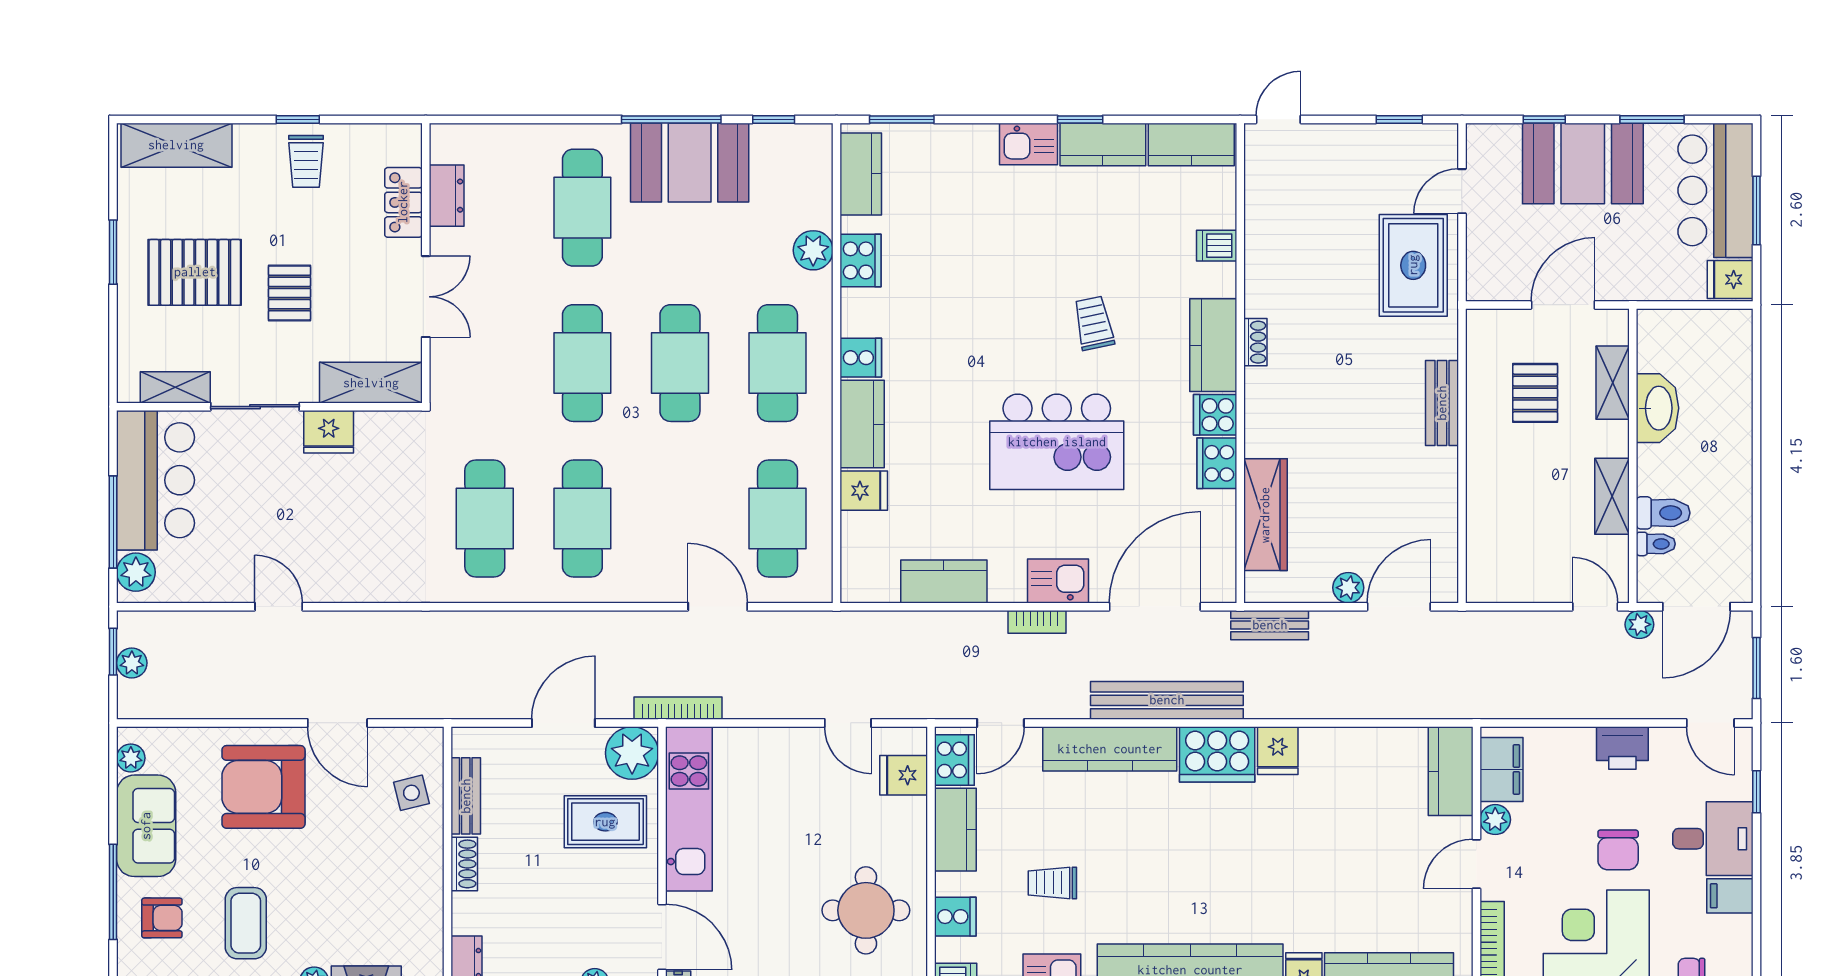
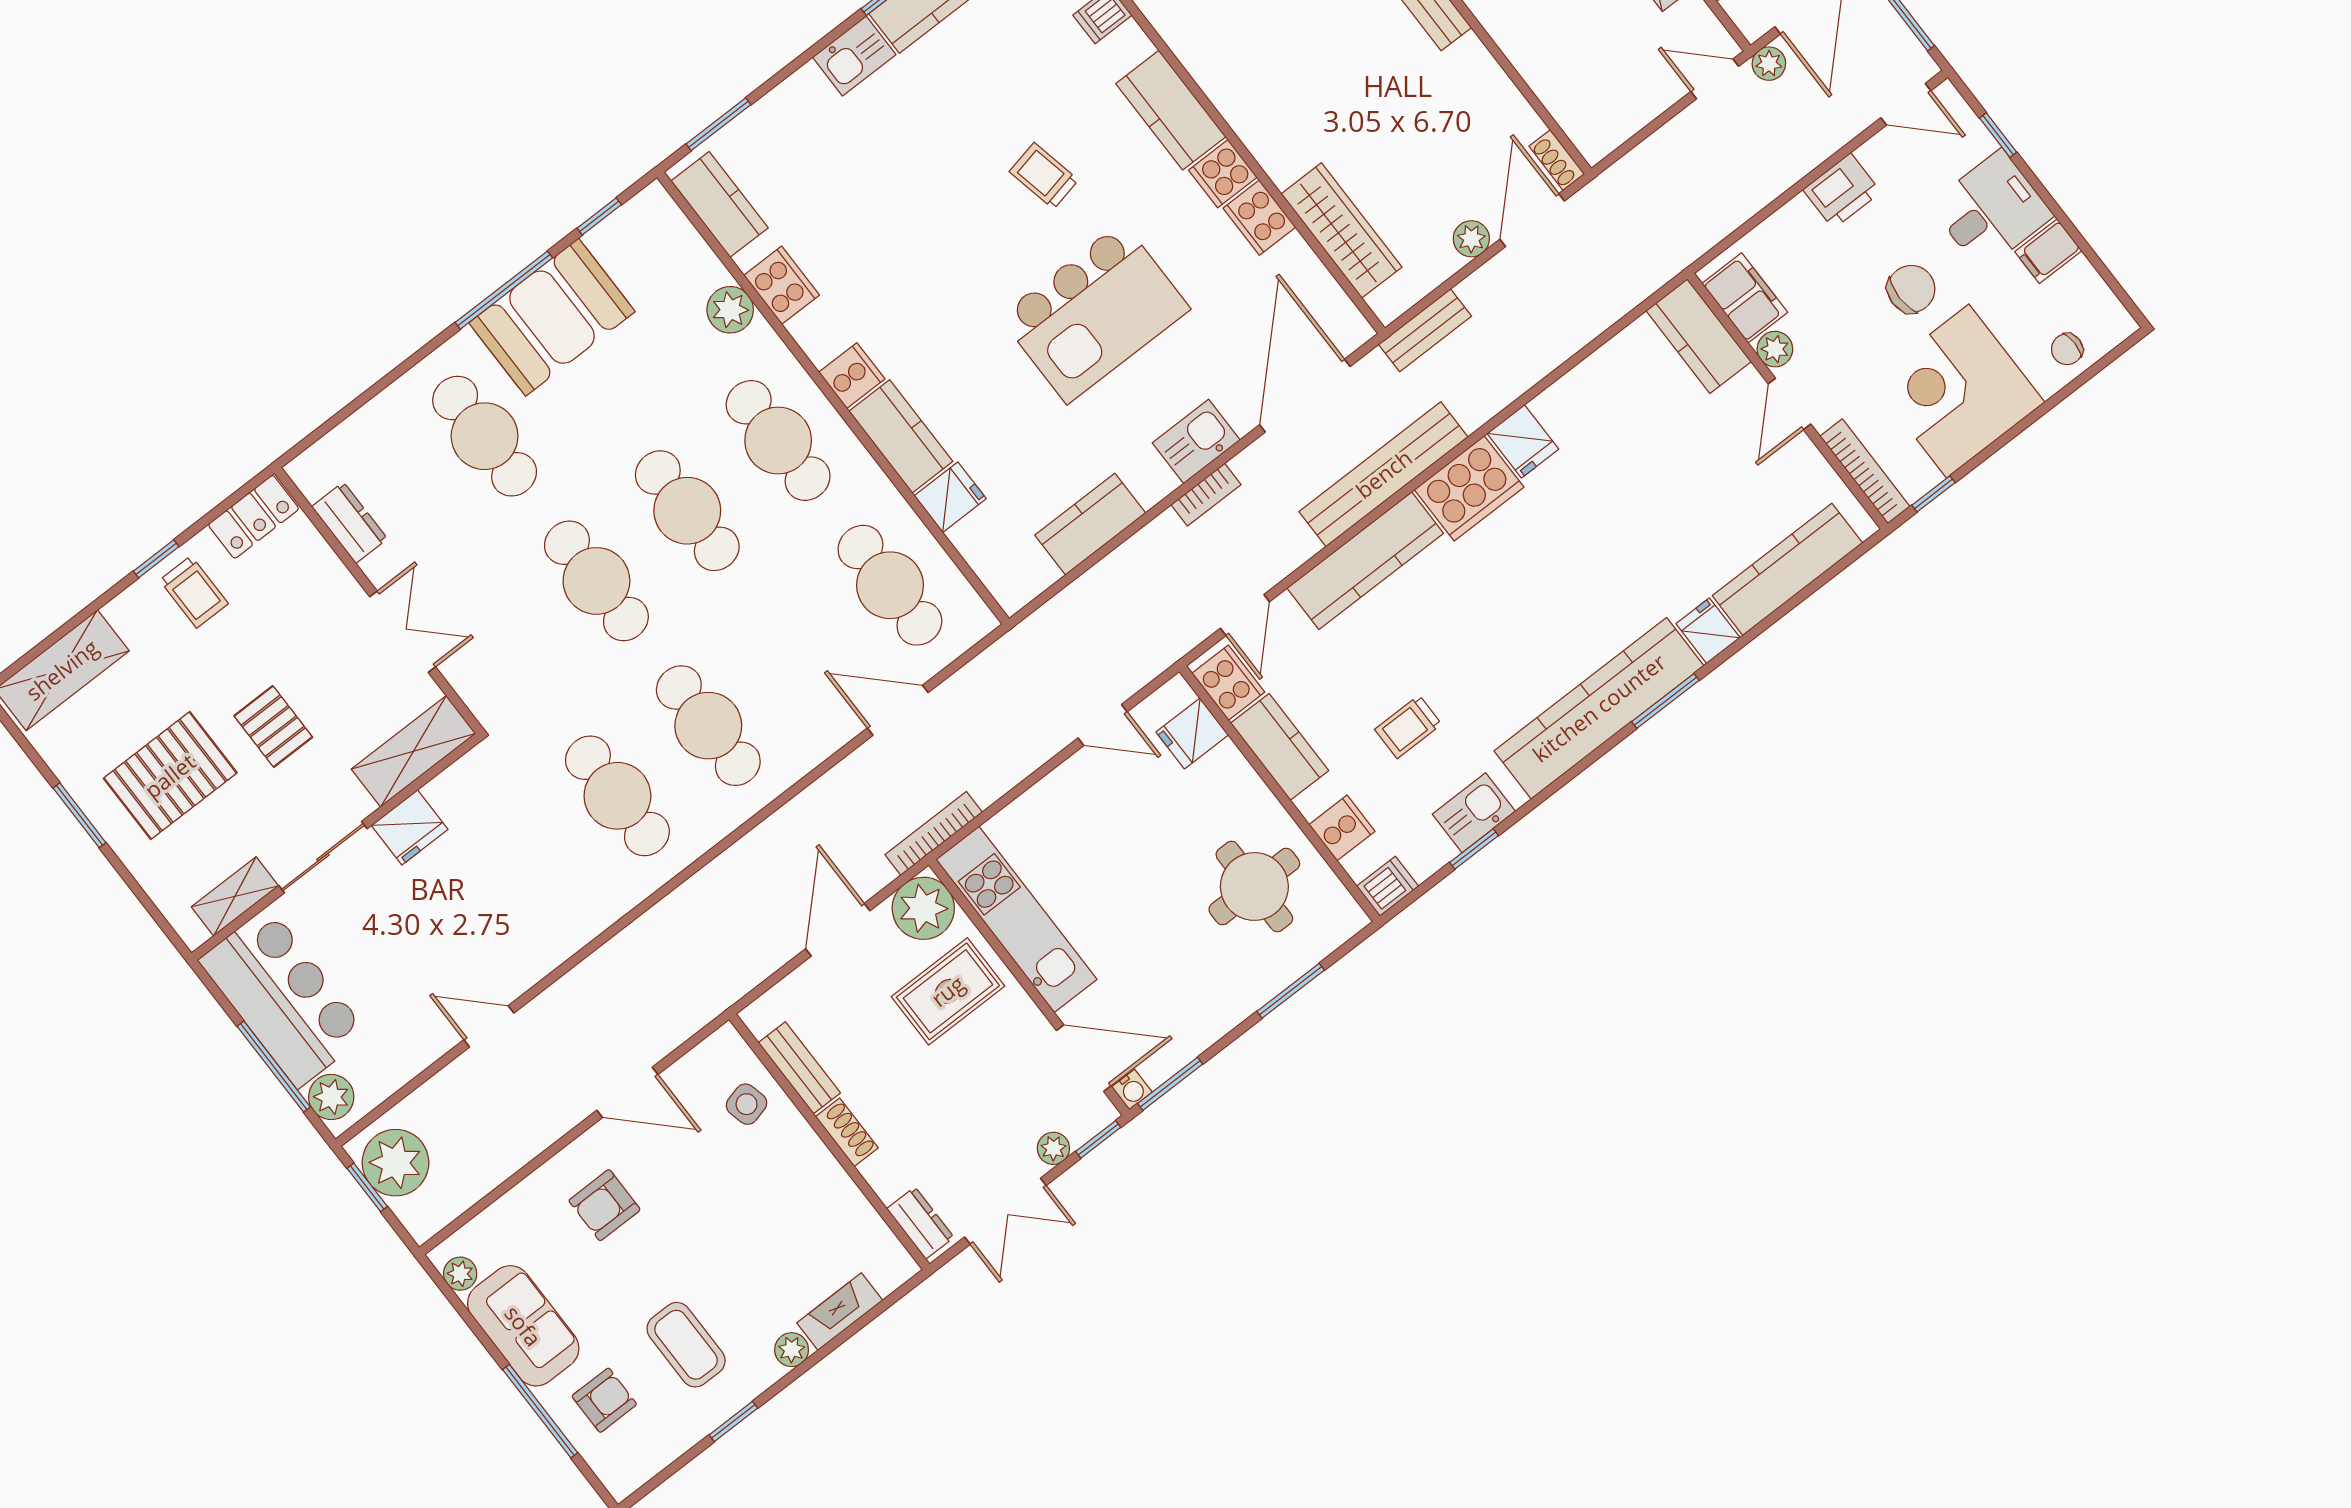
locker: (403, 202) -> (254, 517), moved, turned -90
shoe rack: (1255, 342) -> (1557, 160), moved, turned 180
plant: (132, 663) -> (395, 1163), width x1.88, depth x1.88
armchair: (263, 787) -> (604, 1205), width x0.53, depth x0.53
chair: (1618, 850) -> (1911, 289), turned -90

